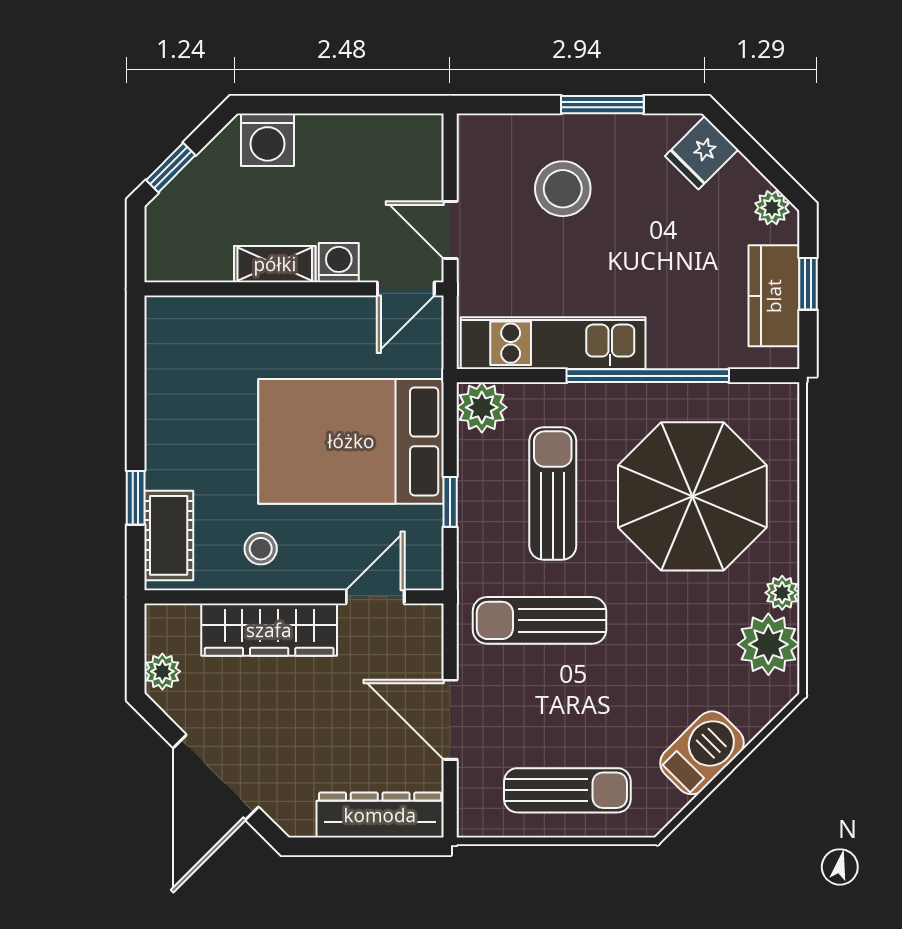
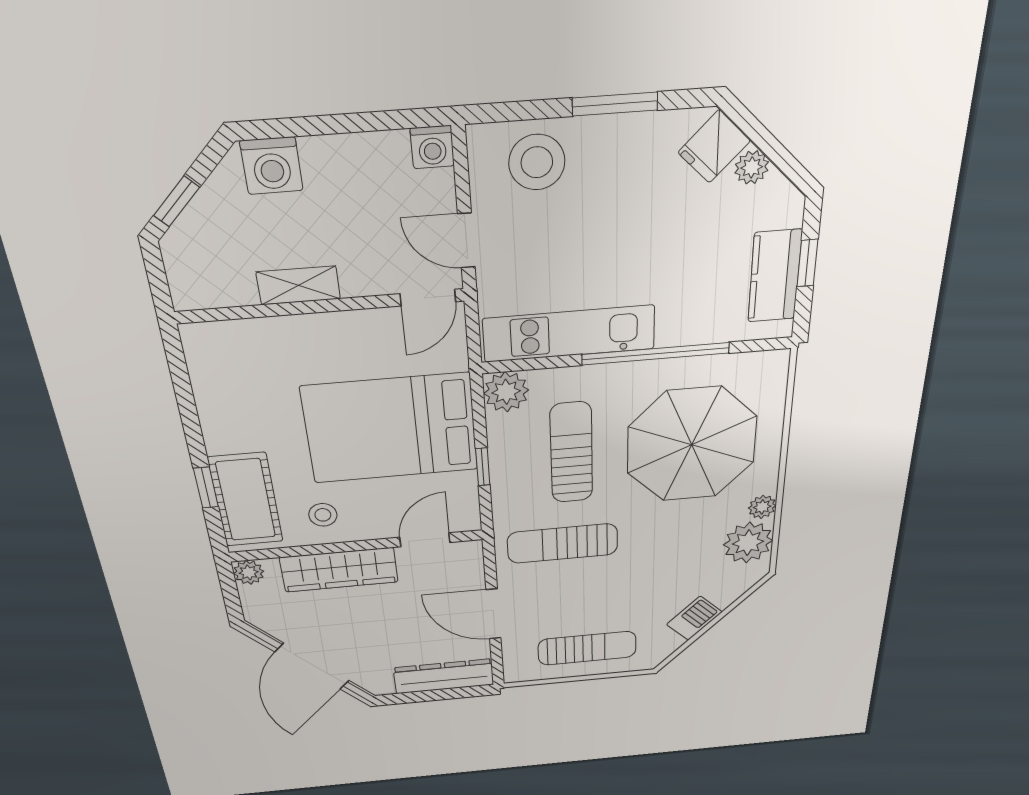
stool: (563, 189) -> (537, 162), moved
plant: (772, 208) -> (752, 167), moved
washing machine: (339, 263) -> (432, 147), moved, turned 180
cot: (169, 535) -> (246, 500), width x1.37, depth x1.34
plant: (162, 671) -> (249, 572), moved
barbecue: (702, 753) -> (694, 618), width x0.73, depth x0.79

